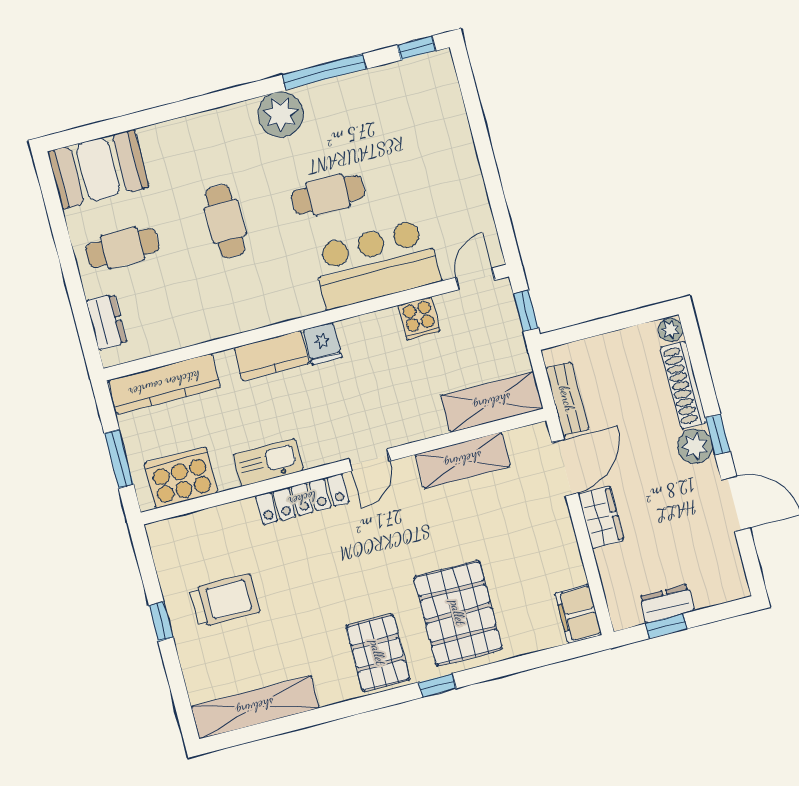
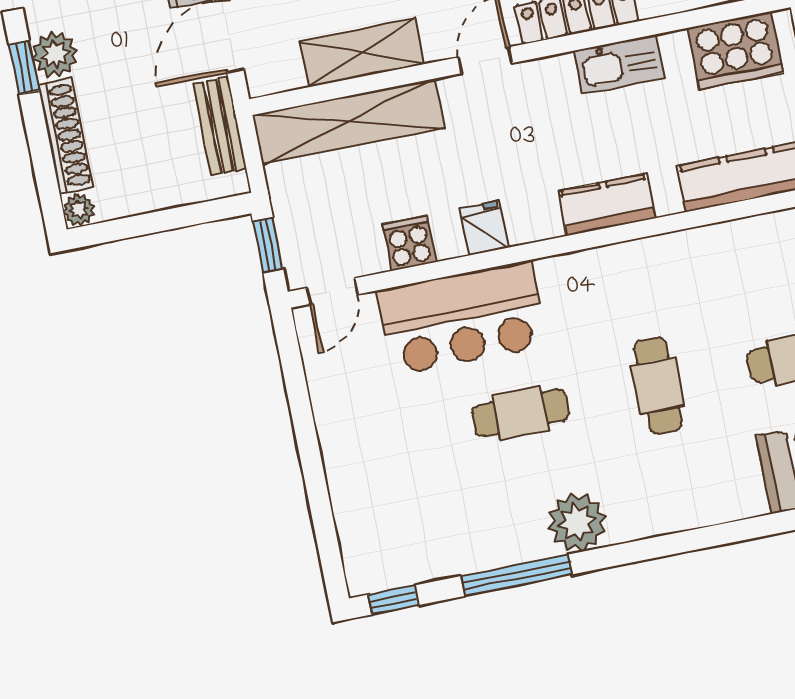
fridge: (323, 344) -> (484, 228), moved
shelving: (492, 402) -> (349, 122), width x1.47

